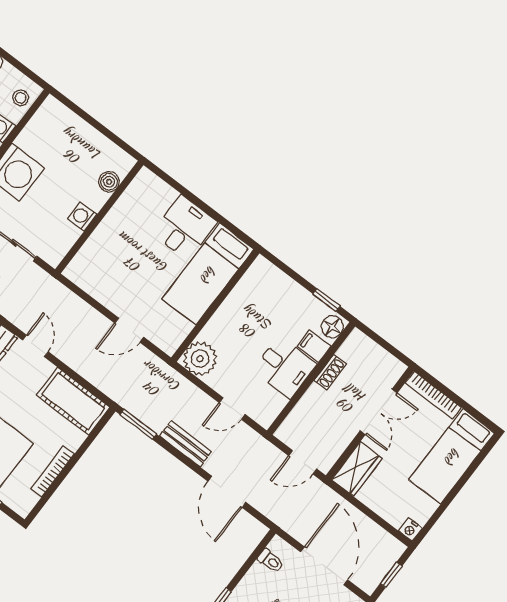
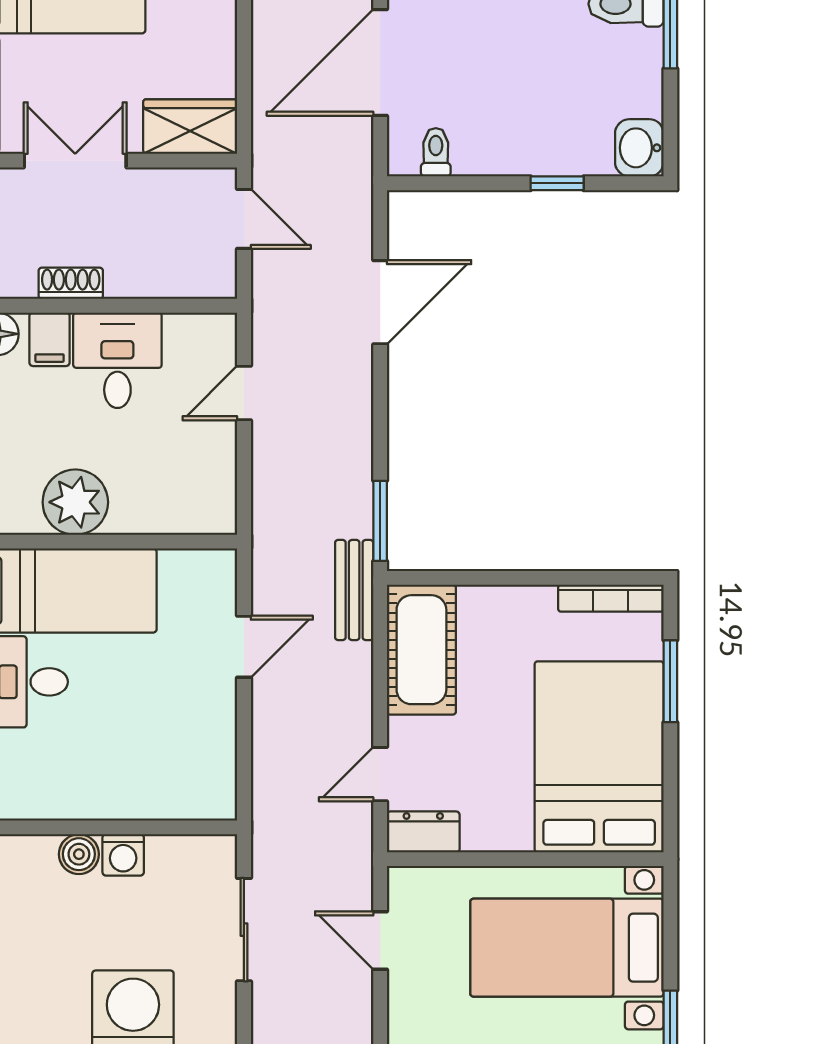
boiler: (109, 182) -> (79, 854), moved
door: (129, 330) -> (244, 647), hinge flipped
plant: (200, 359) -> (75, 502), moved
door: (232, 409) -> (244, 393), swing flipped
bench: (186, 444) -> (354, 590), moved
bookcase: (53, 471) -> (611, 598), moved

